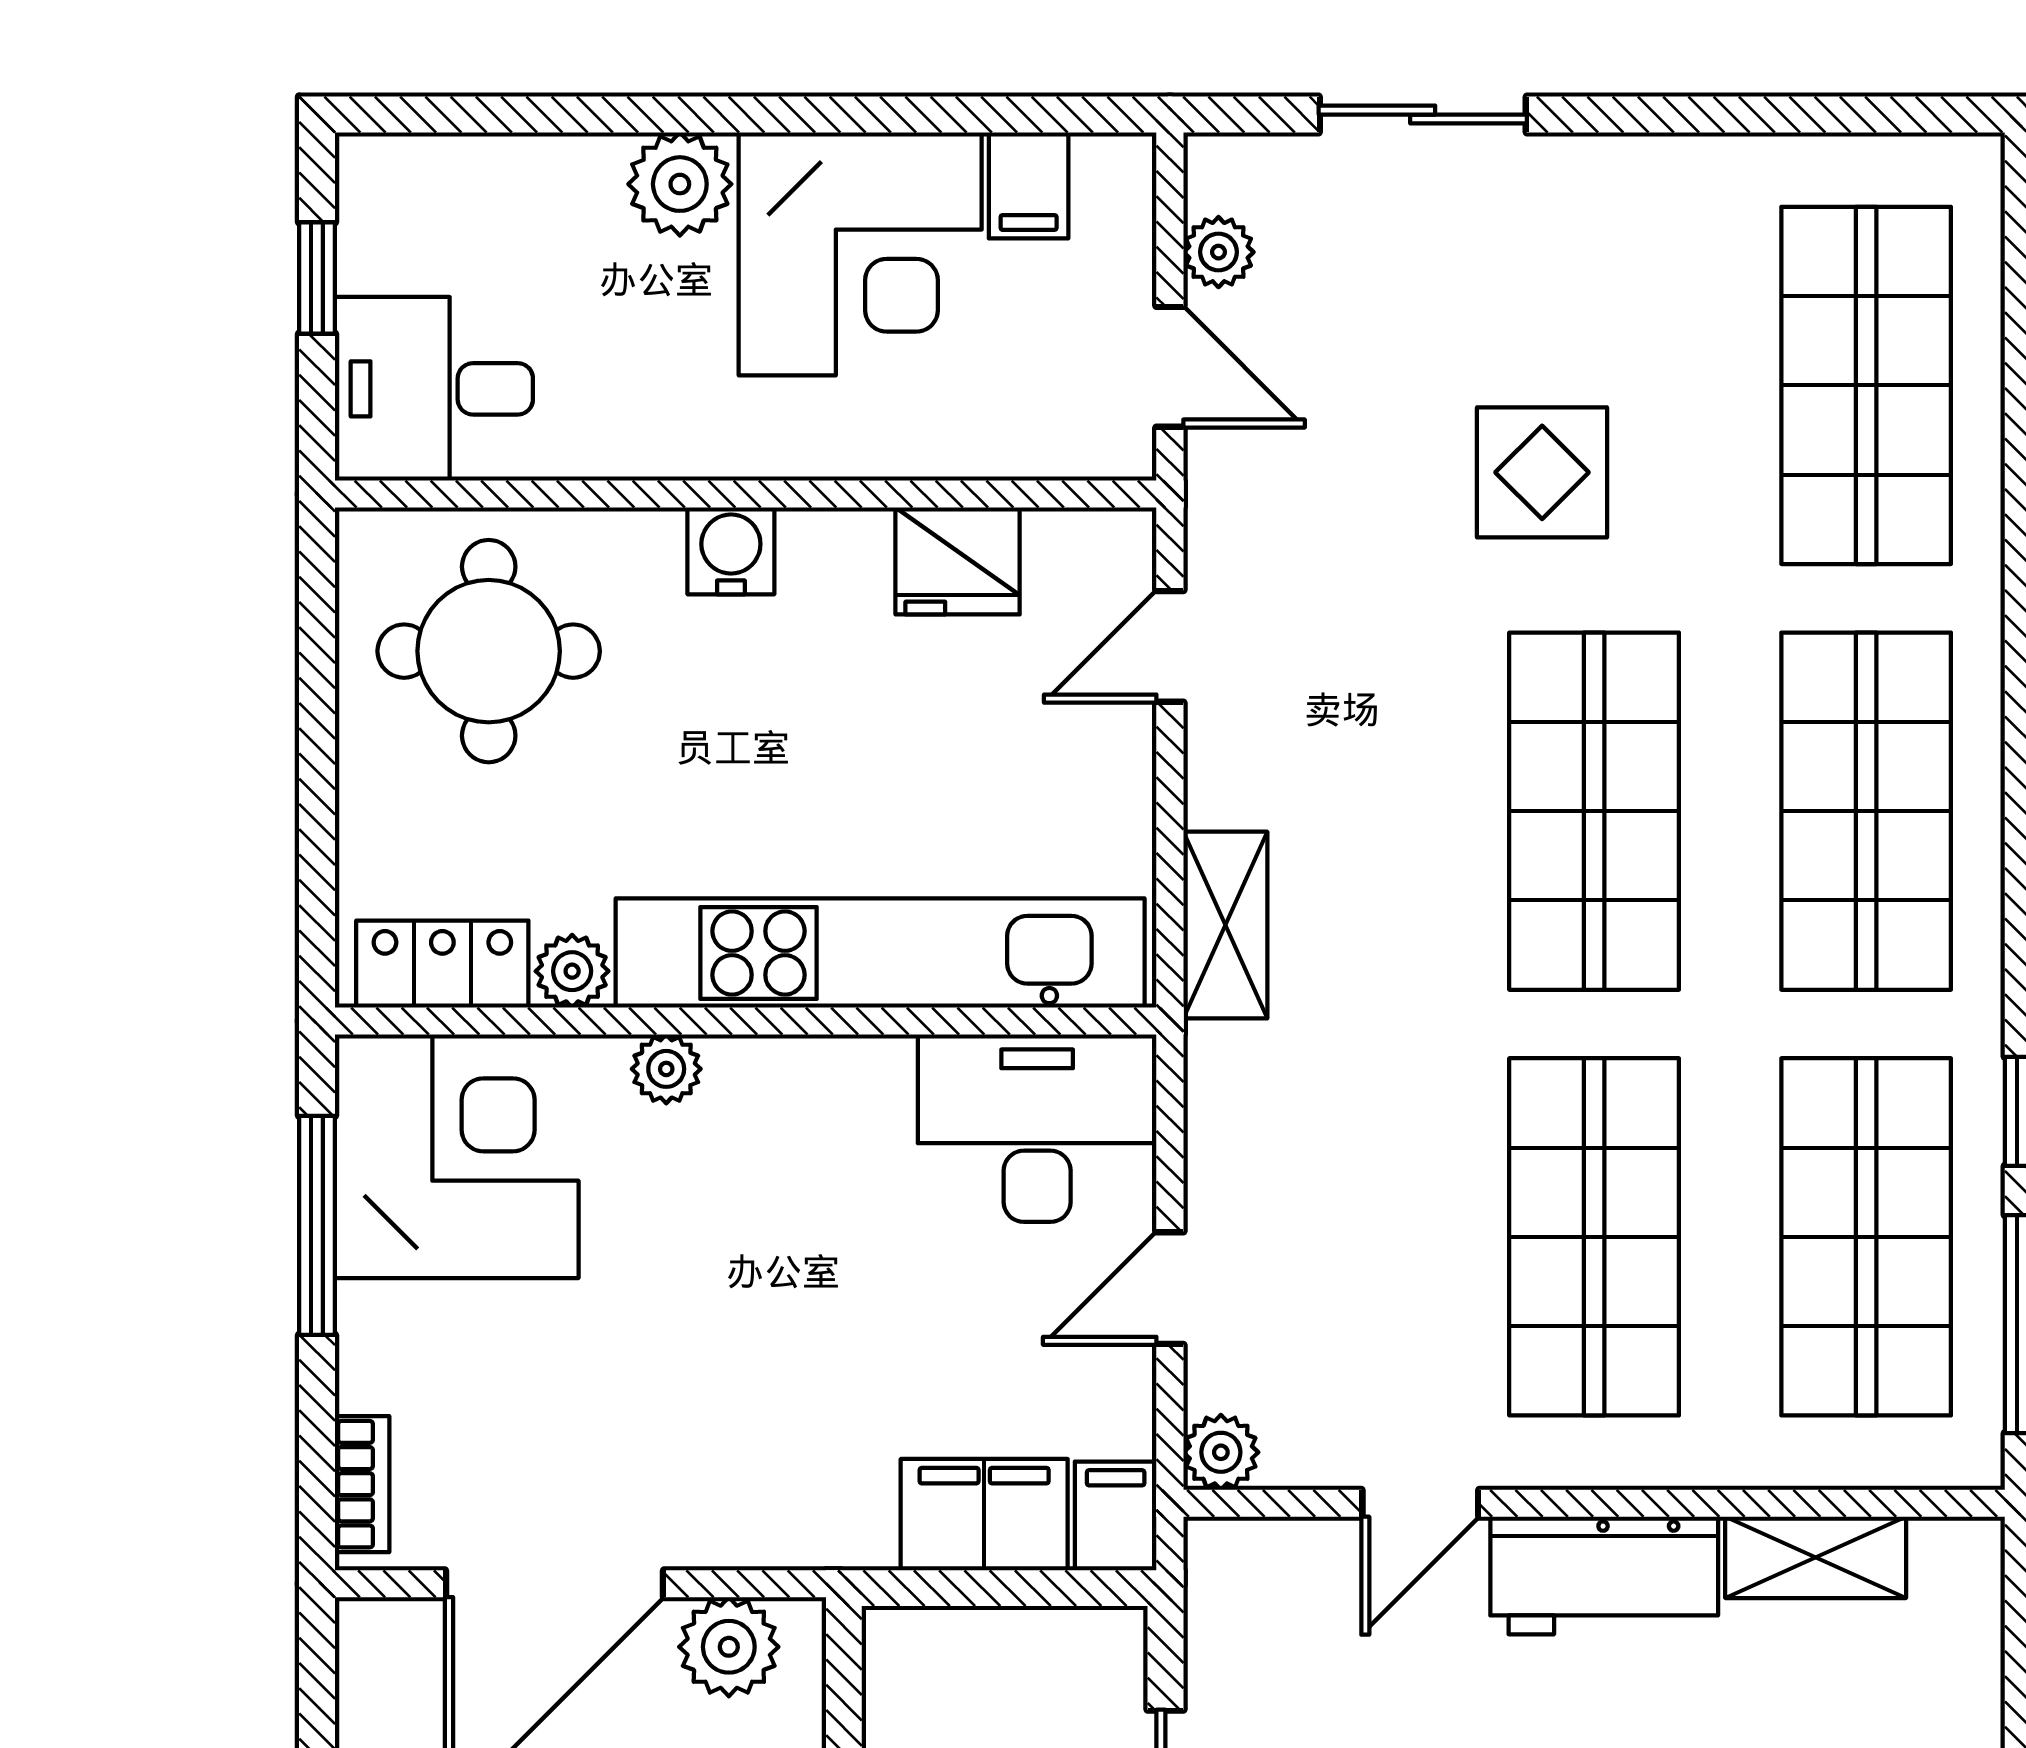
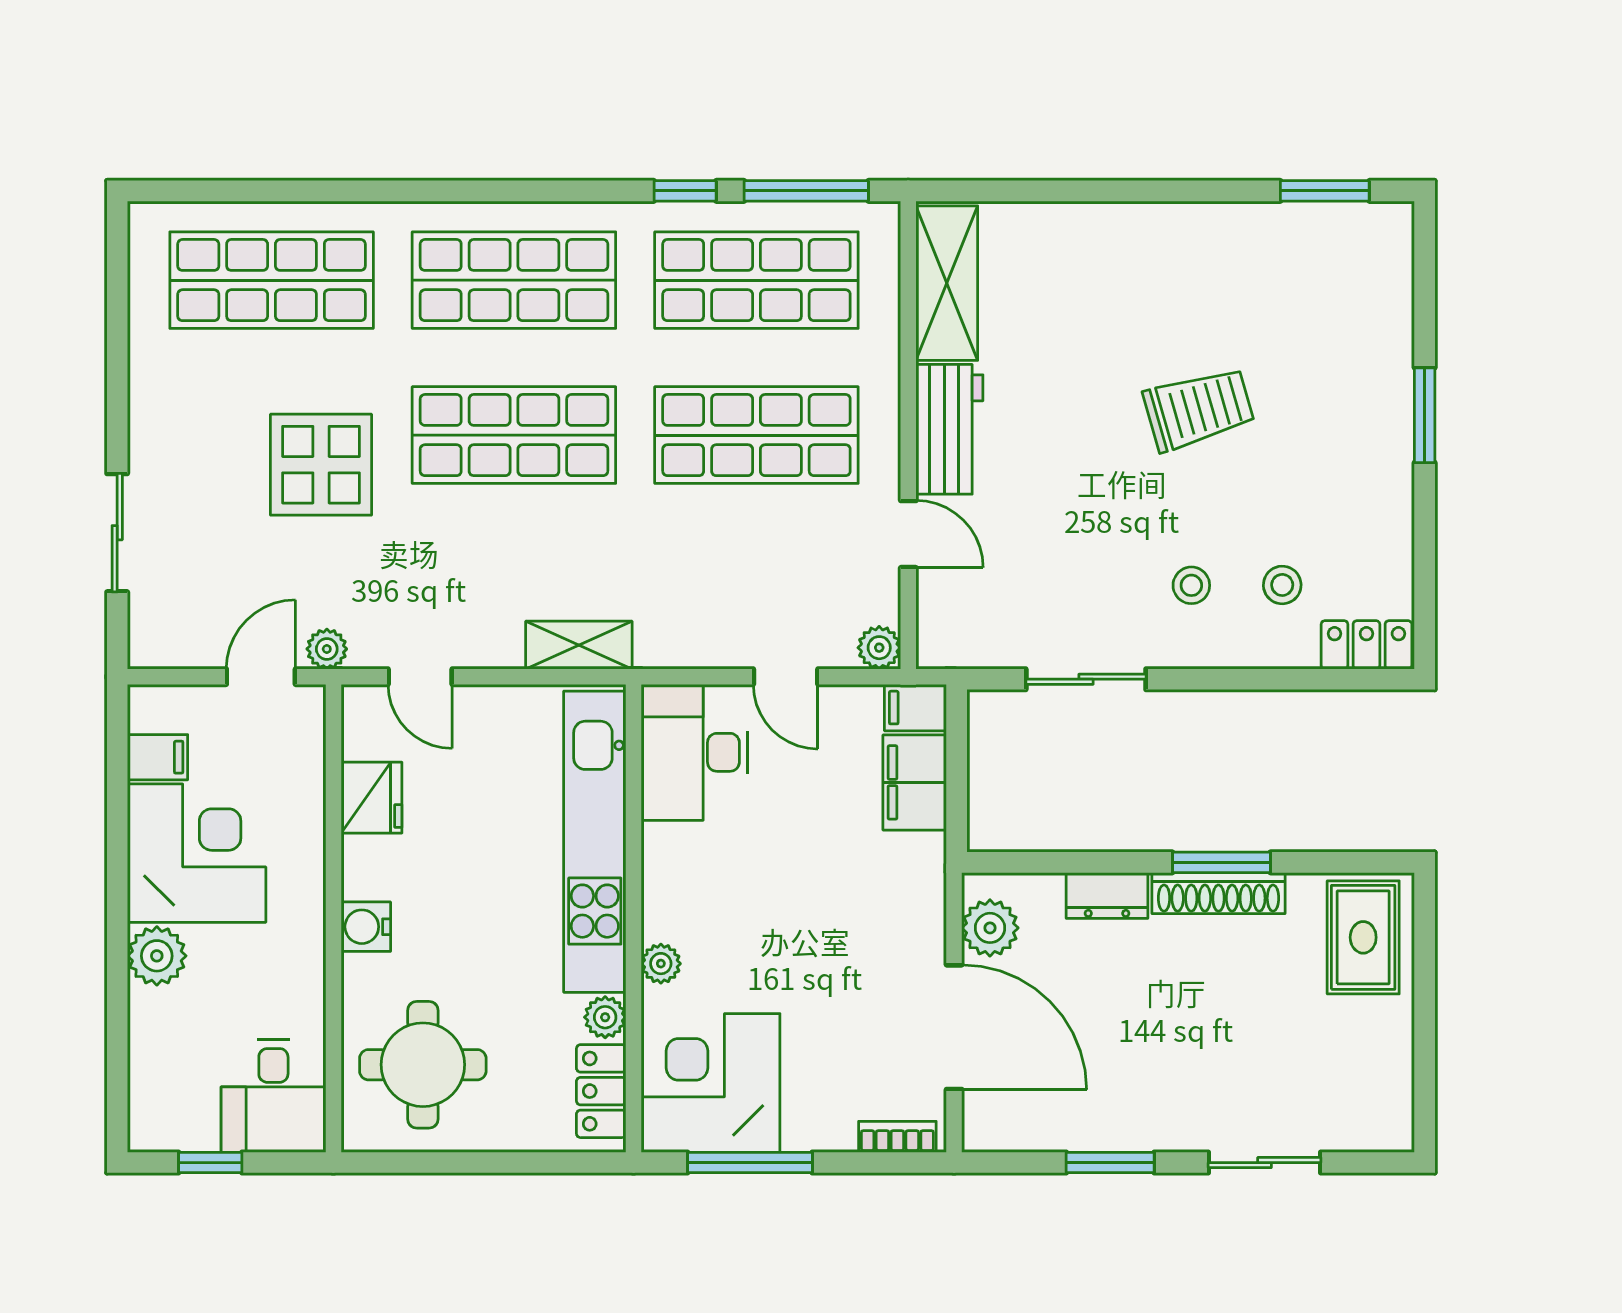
plant: (1218, 252) -> (327, 649), moved
display table: (1542, 472) -> (321, 465), width x1.36, depth x1.36
shelving: (1816, 1557) -> (947, 283), width x1.50, depth x1.33

